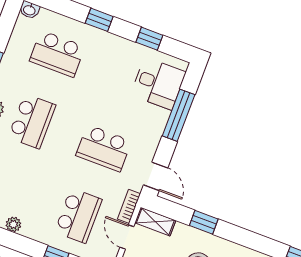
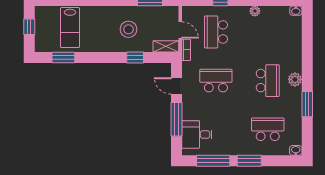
window: (99, 20) -> (249, 161), width x1.50
window: (149, 39) -> (213, 161), width x2.17
school desk: (32, 121) -> (268, 81), turned 180
door: (156, 176) -> (176, 86), moved

